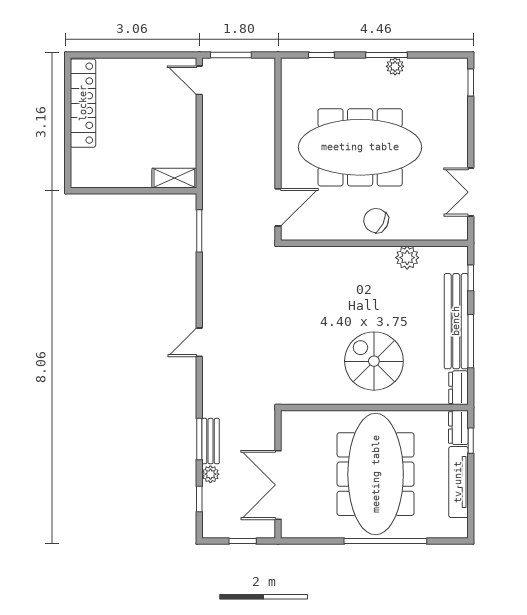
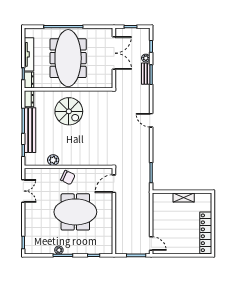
meeting table: (360, 147) -> (75, 212), width x0.73
shelving: (174, 178) -> (184, 197), moved
door: (199, 342) -> (151, 120), swing flipped

